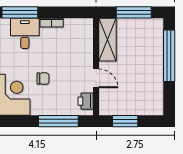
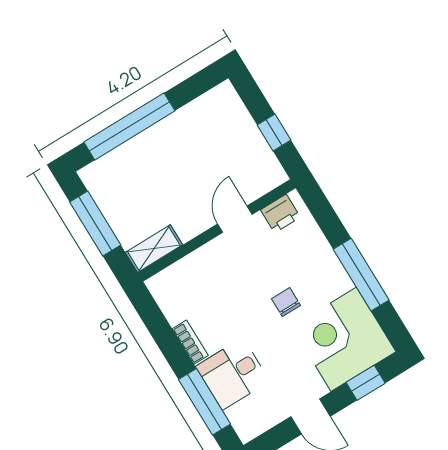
shelving: (108, 40) -> (154, 249), width x0.67, depth x0.75
window: (58, 121) -> (361, 275), moved
window: (125, 121) -> (274, 133), width x0.67

